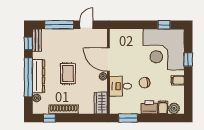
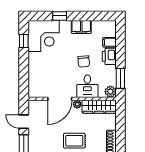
corner desk: (164, 49) -> (44, 36), width x0.74, depth x0.74
filing cabinet: (178, 80) -> (81, 27), width x2.00
wardrobe: (101, 103) -> (99, 107), width x1.50
plant: (174, 108) -> (110, 92), moved

